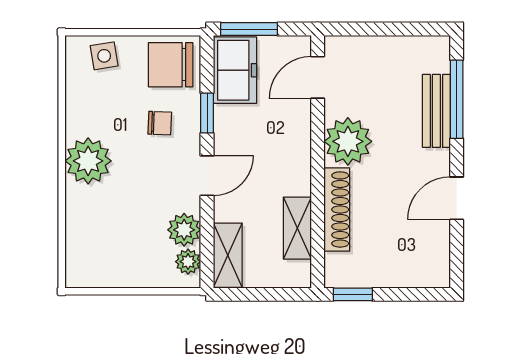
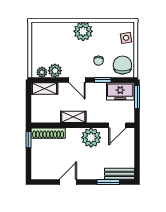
door: (318, 77) -> (117, 125), swing flipped
window: (457, 99) -> (108, 182), width x0.69
bench: (436, 111) -> (120, 174), moved
door: (457, 198) -> (68, 182), hinge flipped
shoe rack: (337, 209) -> (48, 133), moved
shelving: (297, 228) -> (73, 117), moved

